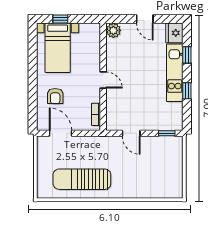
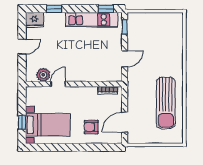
plant: (113, 30) -> (43, 75), moved
kitchen unit: (175, 73) -> (92, 20), moved
door: (103, 80) -> (58, 84), moved
window: (187, 91) -> (106, 9), moved
armchair: (55, 96) -> (91, 127), turned 180

